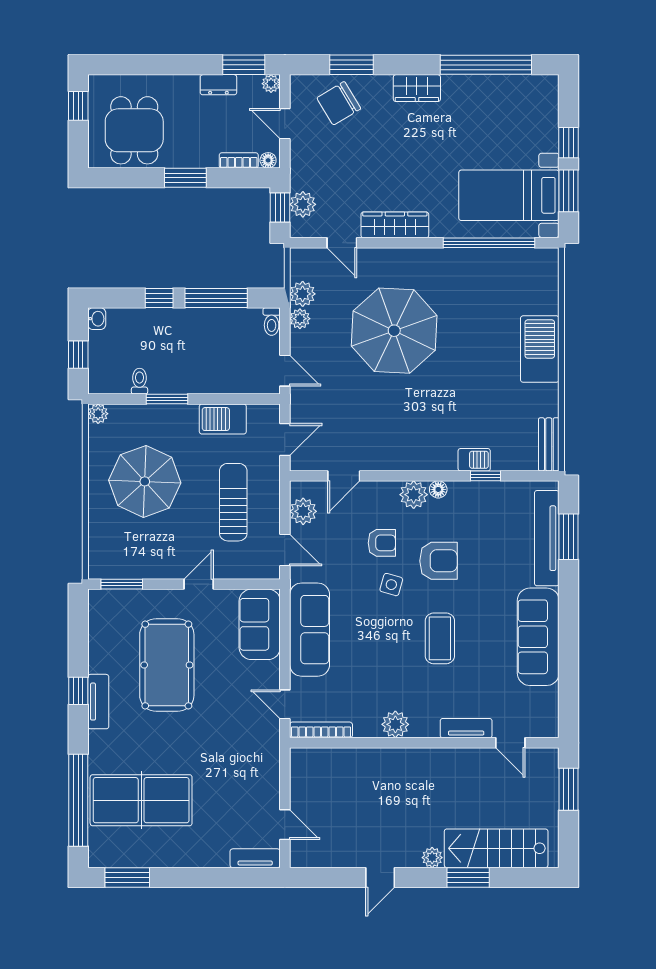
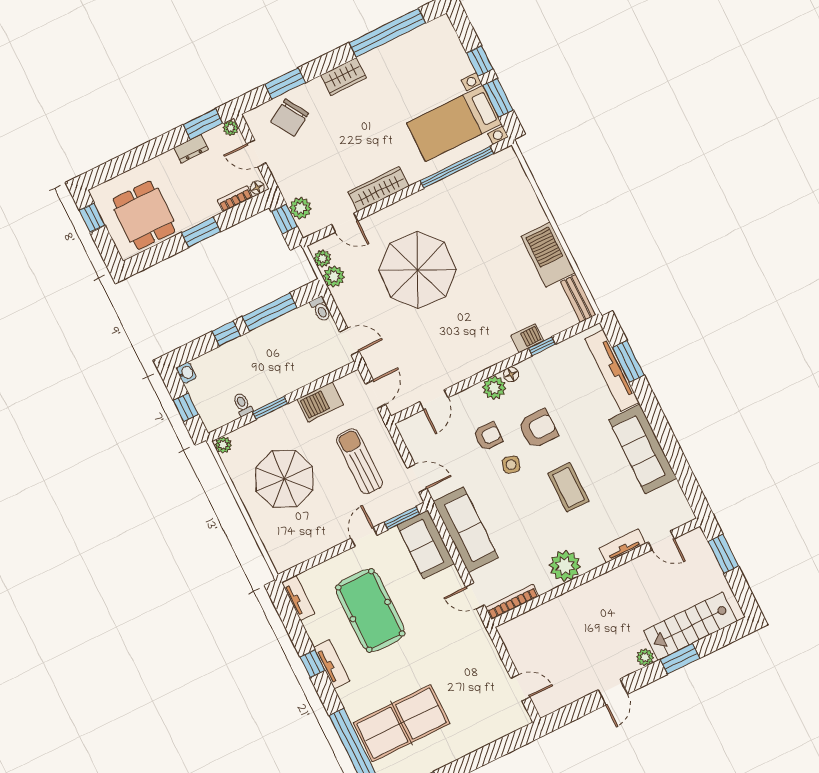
plant: (300, 319) -> (323, 258), moved
barbecue: (540, 349) -> (548, 255), moved
plant: (303, 511) -> (416, 442), removed
window: (122, 584) -> (402, 518), moved
plant: (395, 724) -> (565, 566), width x1.36, depth x1.36
tv unit: (255, 858) -> (298, 598), moved, turned 90

